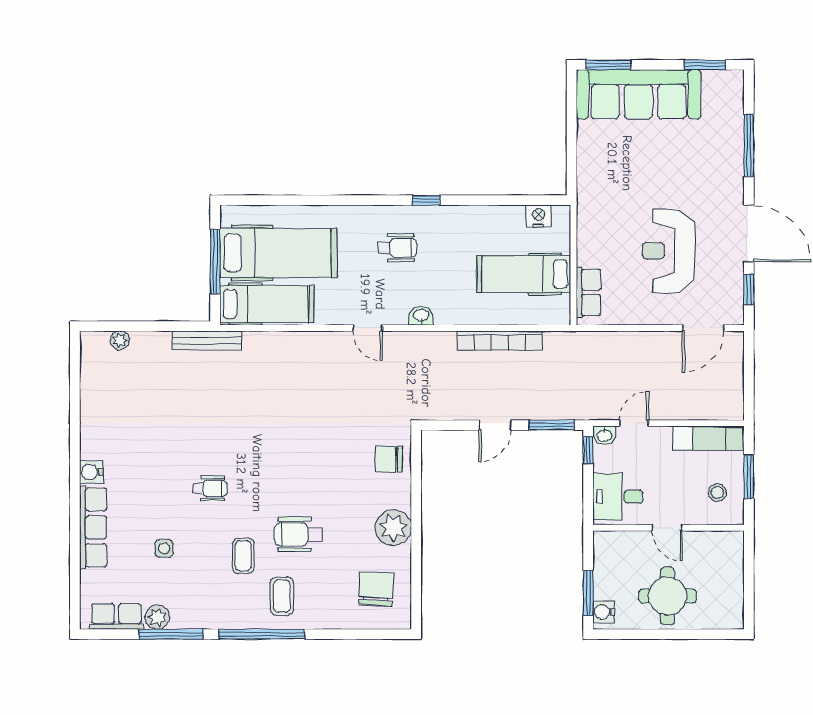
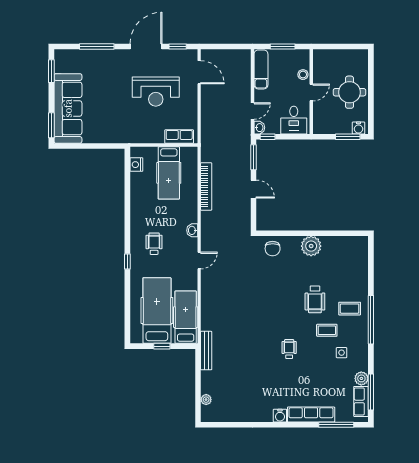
window: (426, 200) -> (127, 262), moved
window: (215, 262) -> (162, 346), width x0.46
door: (634, 423) -> (252, 111), swing flipped
stool: (717, 493) -> (303, 75), moved
side table: (164, 548) -> (342, 353), moved
window: (75, 572) -> (336, 425), added
chair: (376, 589) -> (346, 256), removed
window: (171, 634) -> (371, 392), moved

